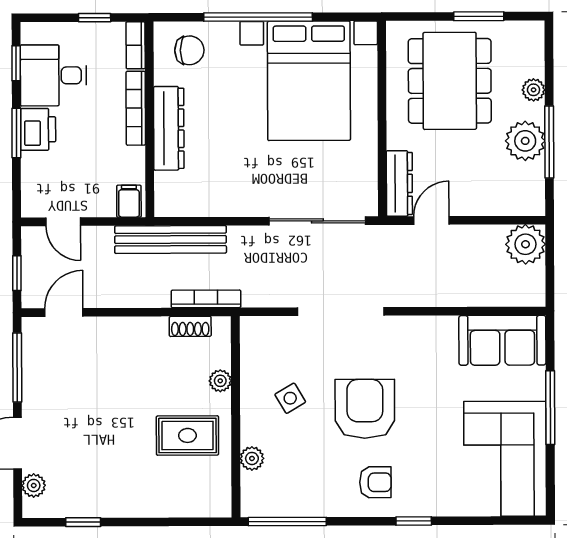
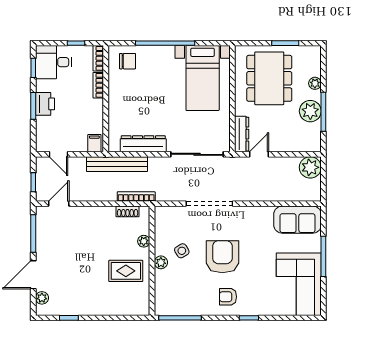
desk: (53, 75) -> (53, 62), moved
bed with nightstands: (309, 81) -> (203, 78), width x0.73
bookcase: (136, 108) -> (98, 85), width x0.64
dresser: (169, 128) -> (143, 144), moved, turned -90
plant: (252, 458) -> (161, 262), moved
armchair: (375, 482) -> (228, 297), turned 180

